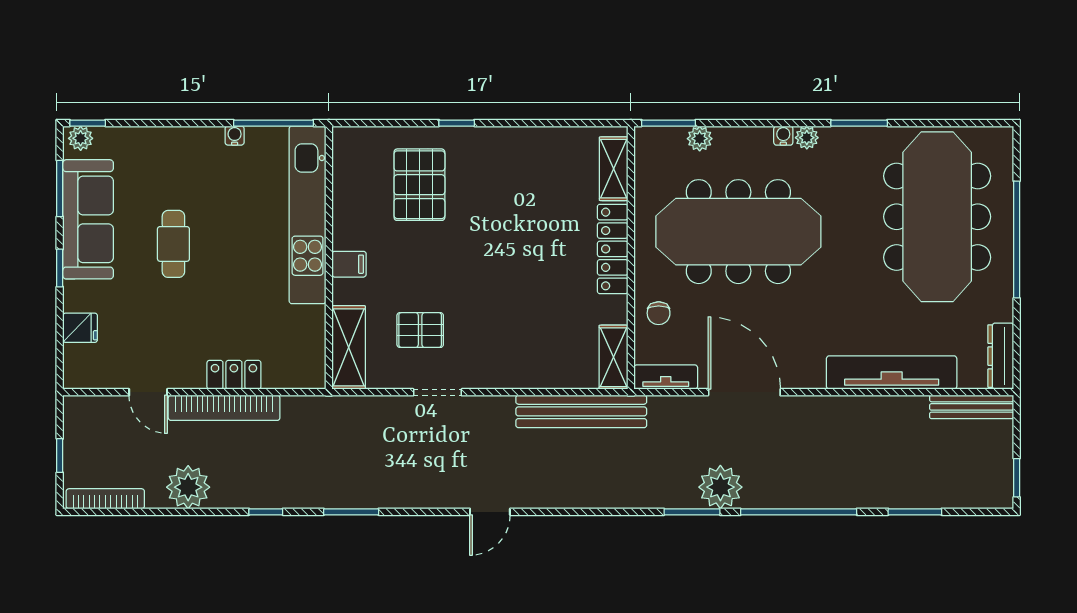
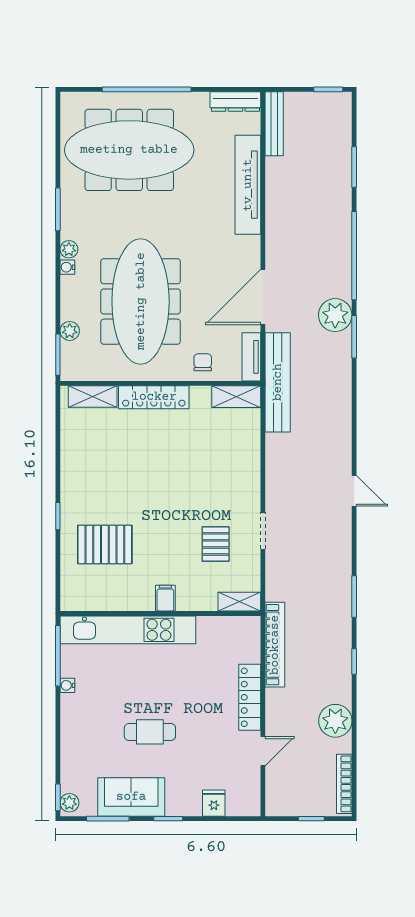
sofa: (88, 219) -> (131, 797), width x0.73
chair: (659, 313) -> (203, 362), turned -90
shelving: (349, 347) -> (239, 602), width x0.67, depth x0.75
locker: (234, 375) -> (250, 697), width x1.53
bookcase: (224, 408) -> (275, 645), moved
bench: (581, 411) -> (278, 382), moved

